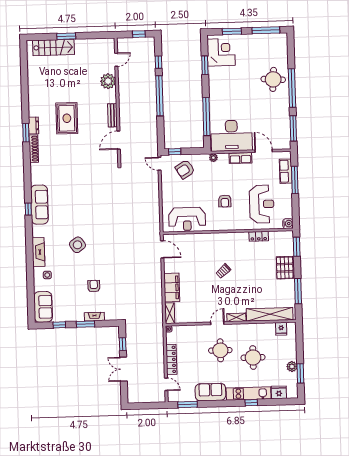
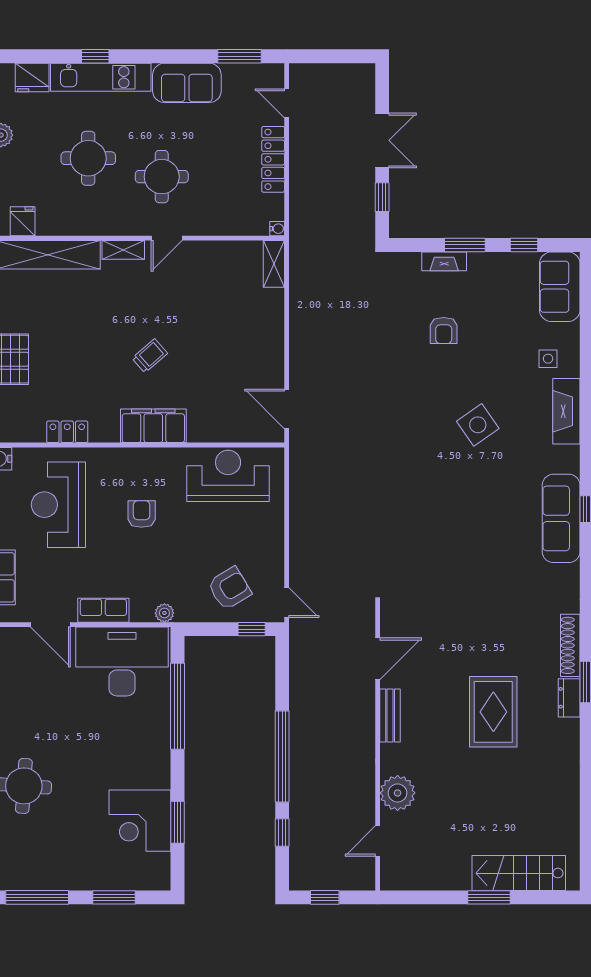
corner desk: (221, 52) -> (140, 821), moved
filing cabinet: (172, 287) -> (153, 426), moved, turned 90

